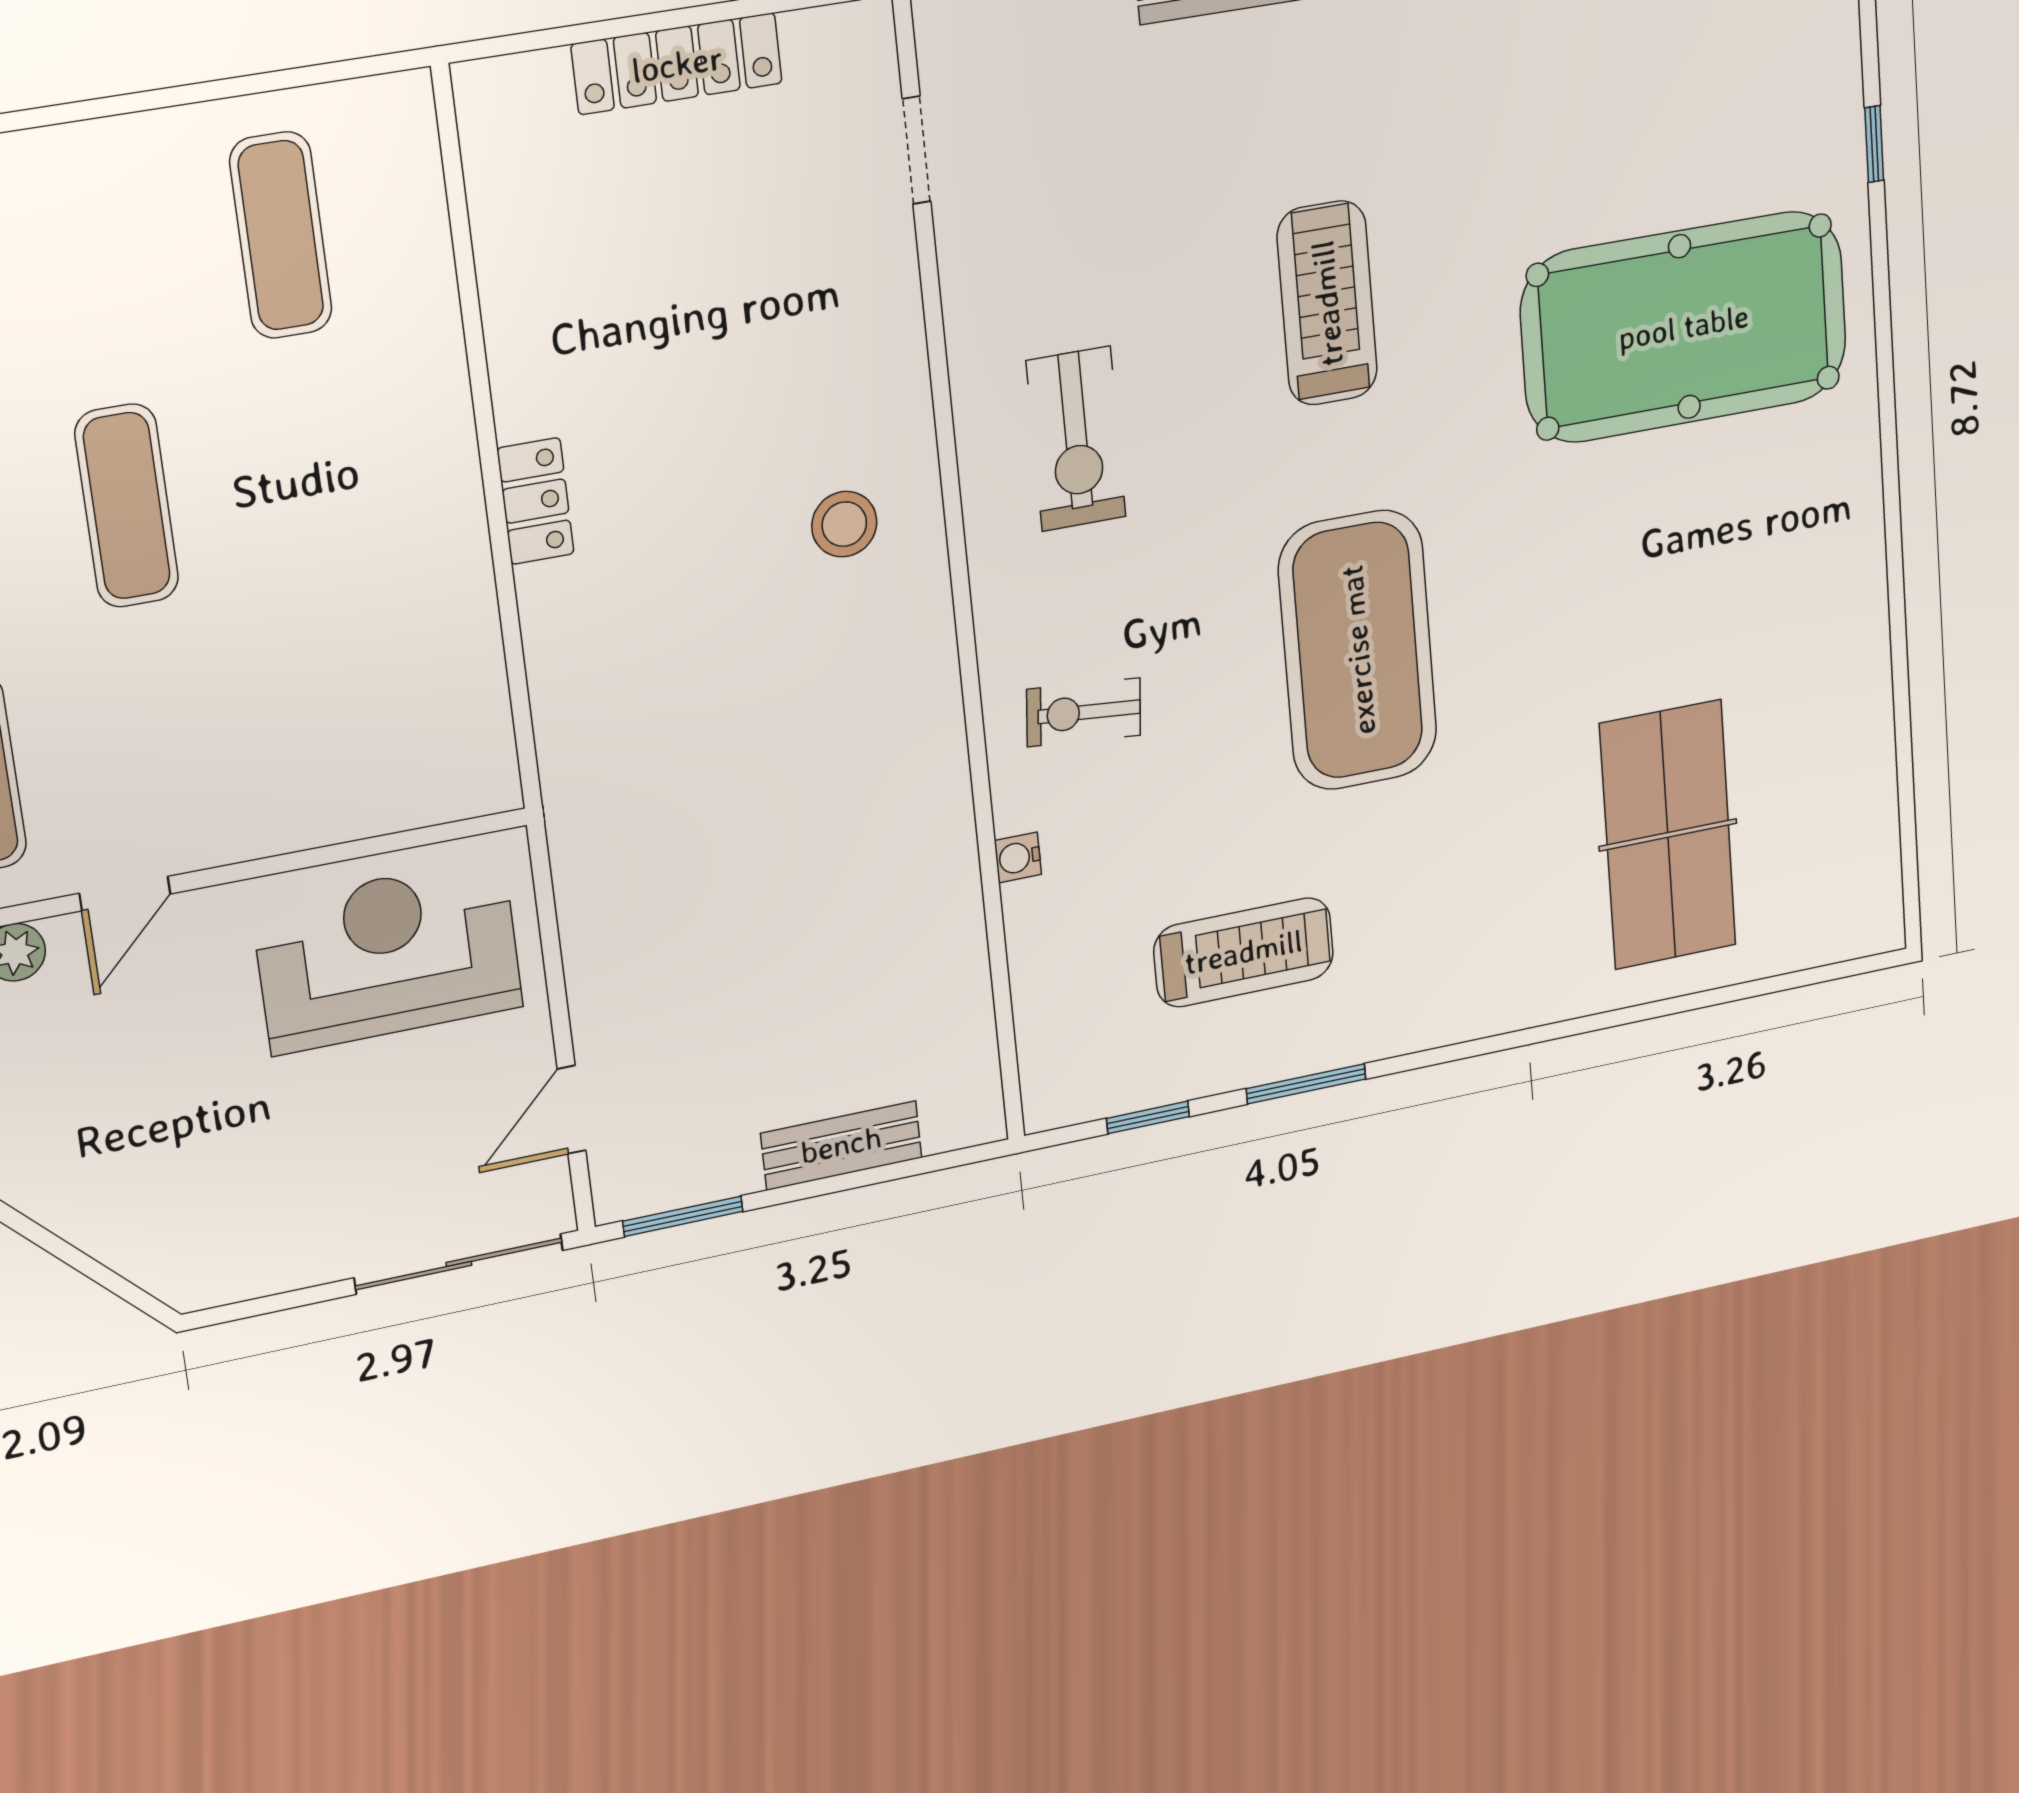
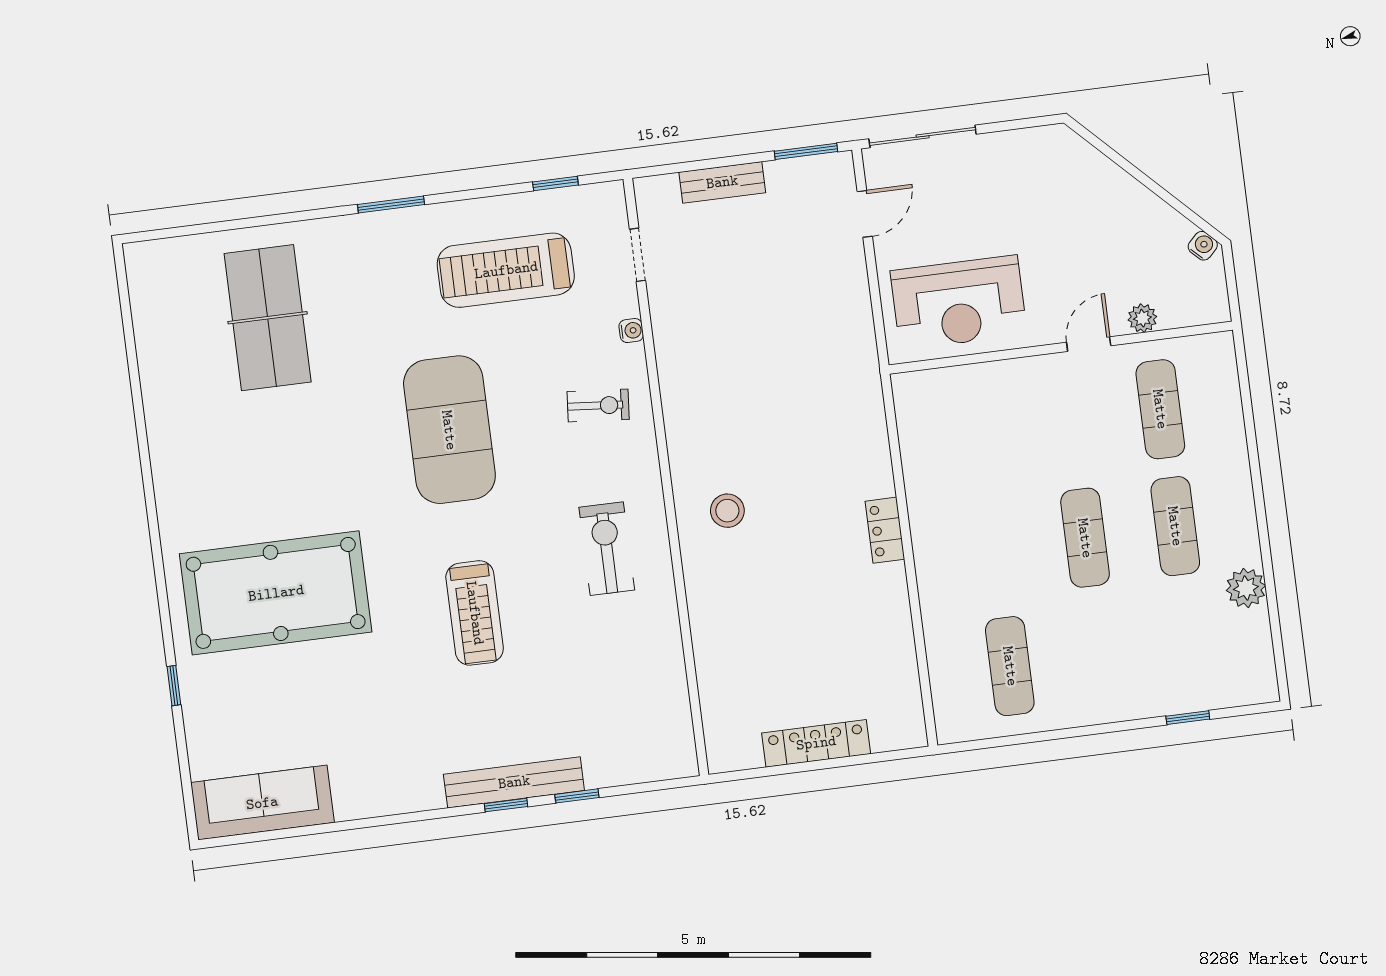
doorway: (917, 150) -> (637, 255), moved
treadmill: (1244, 952) -> (506, 270), width x1.37, depth x1.38
window: (1306, 1084) -> (391, 204), moved

